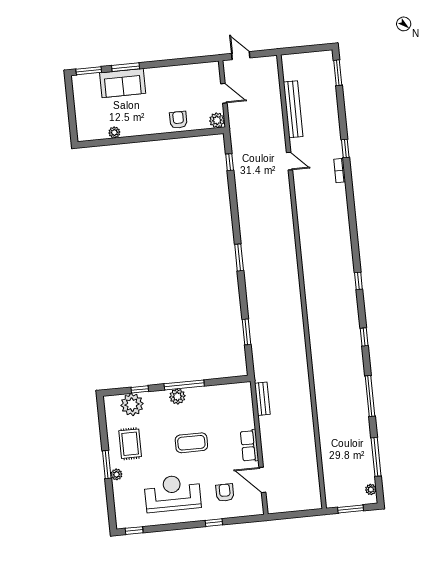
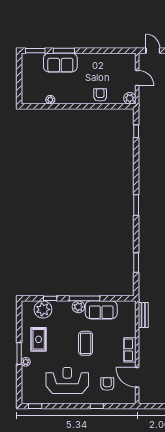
sofa: (207, 398) -> (101, 310), added
coffee table: (191, 443) -> (86, 343), turned 90

